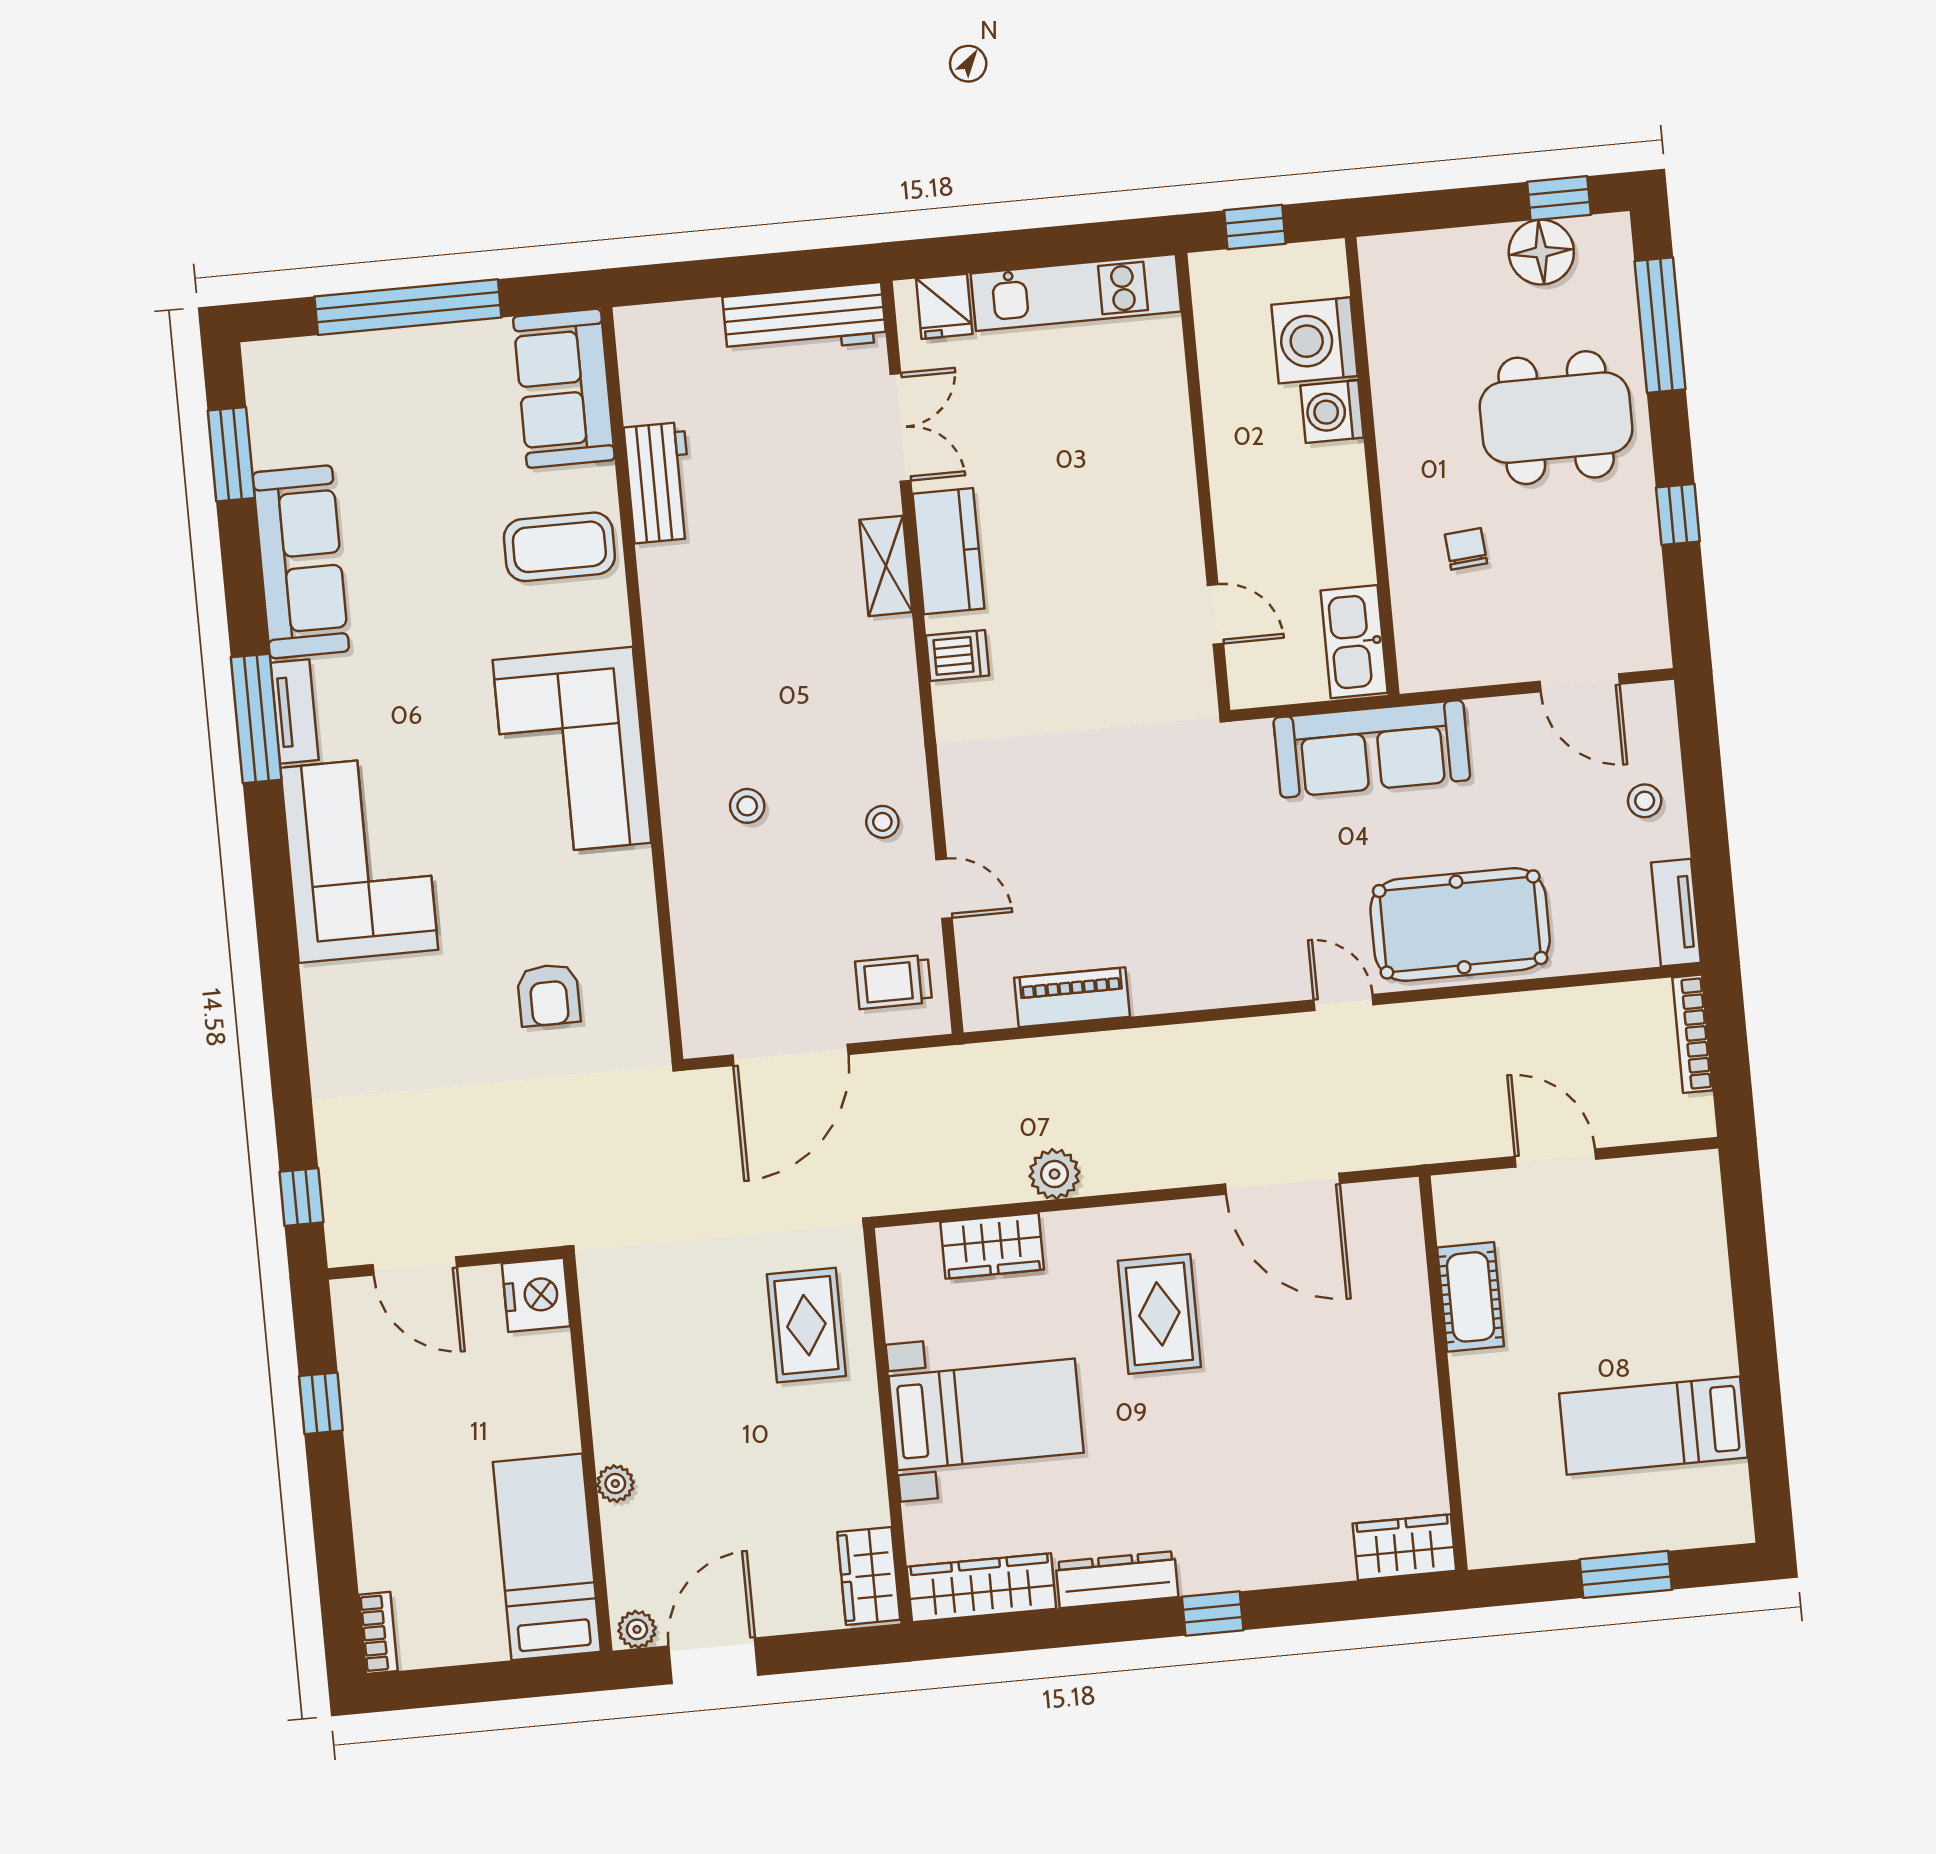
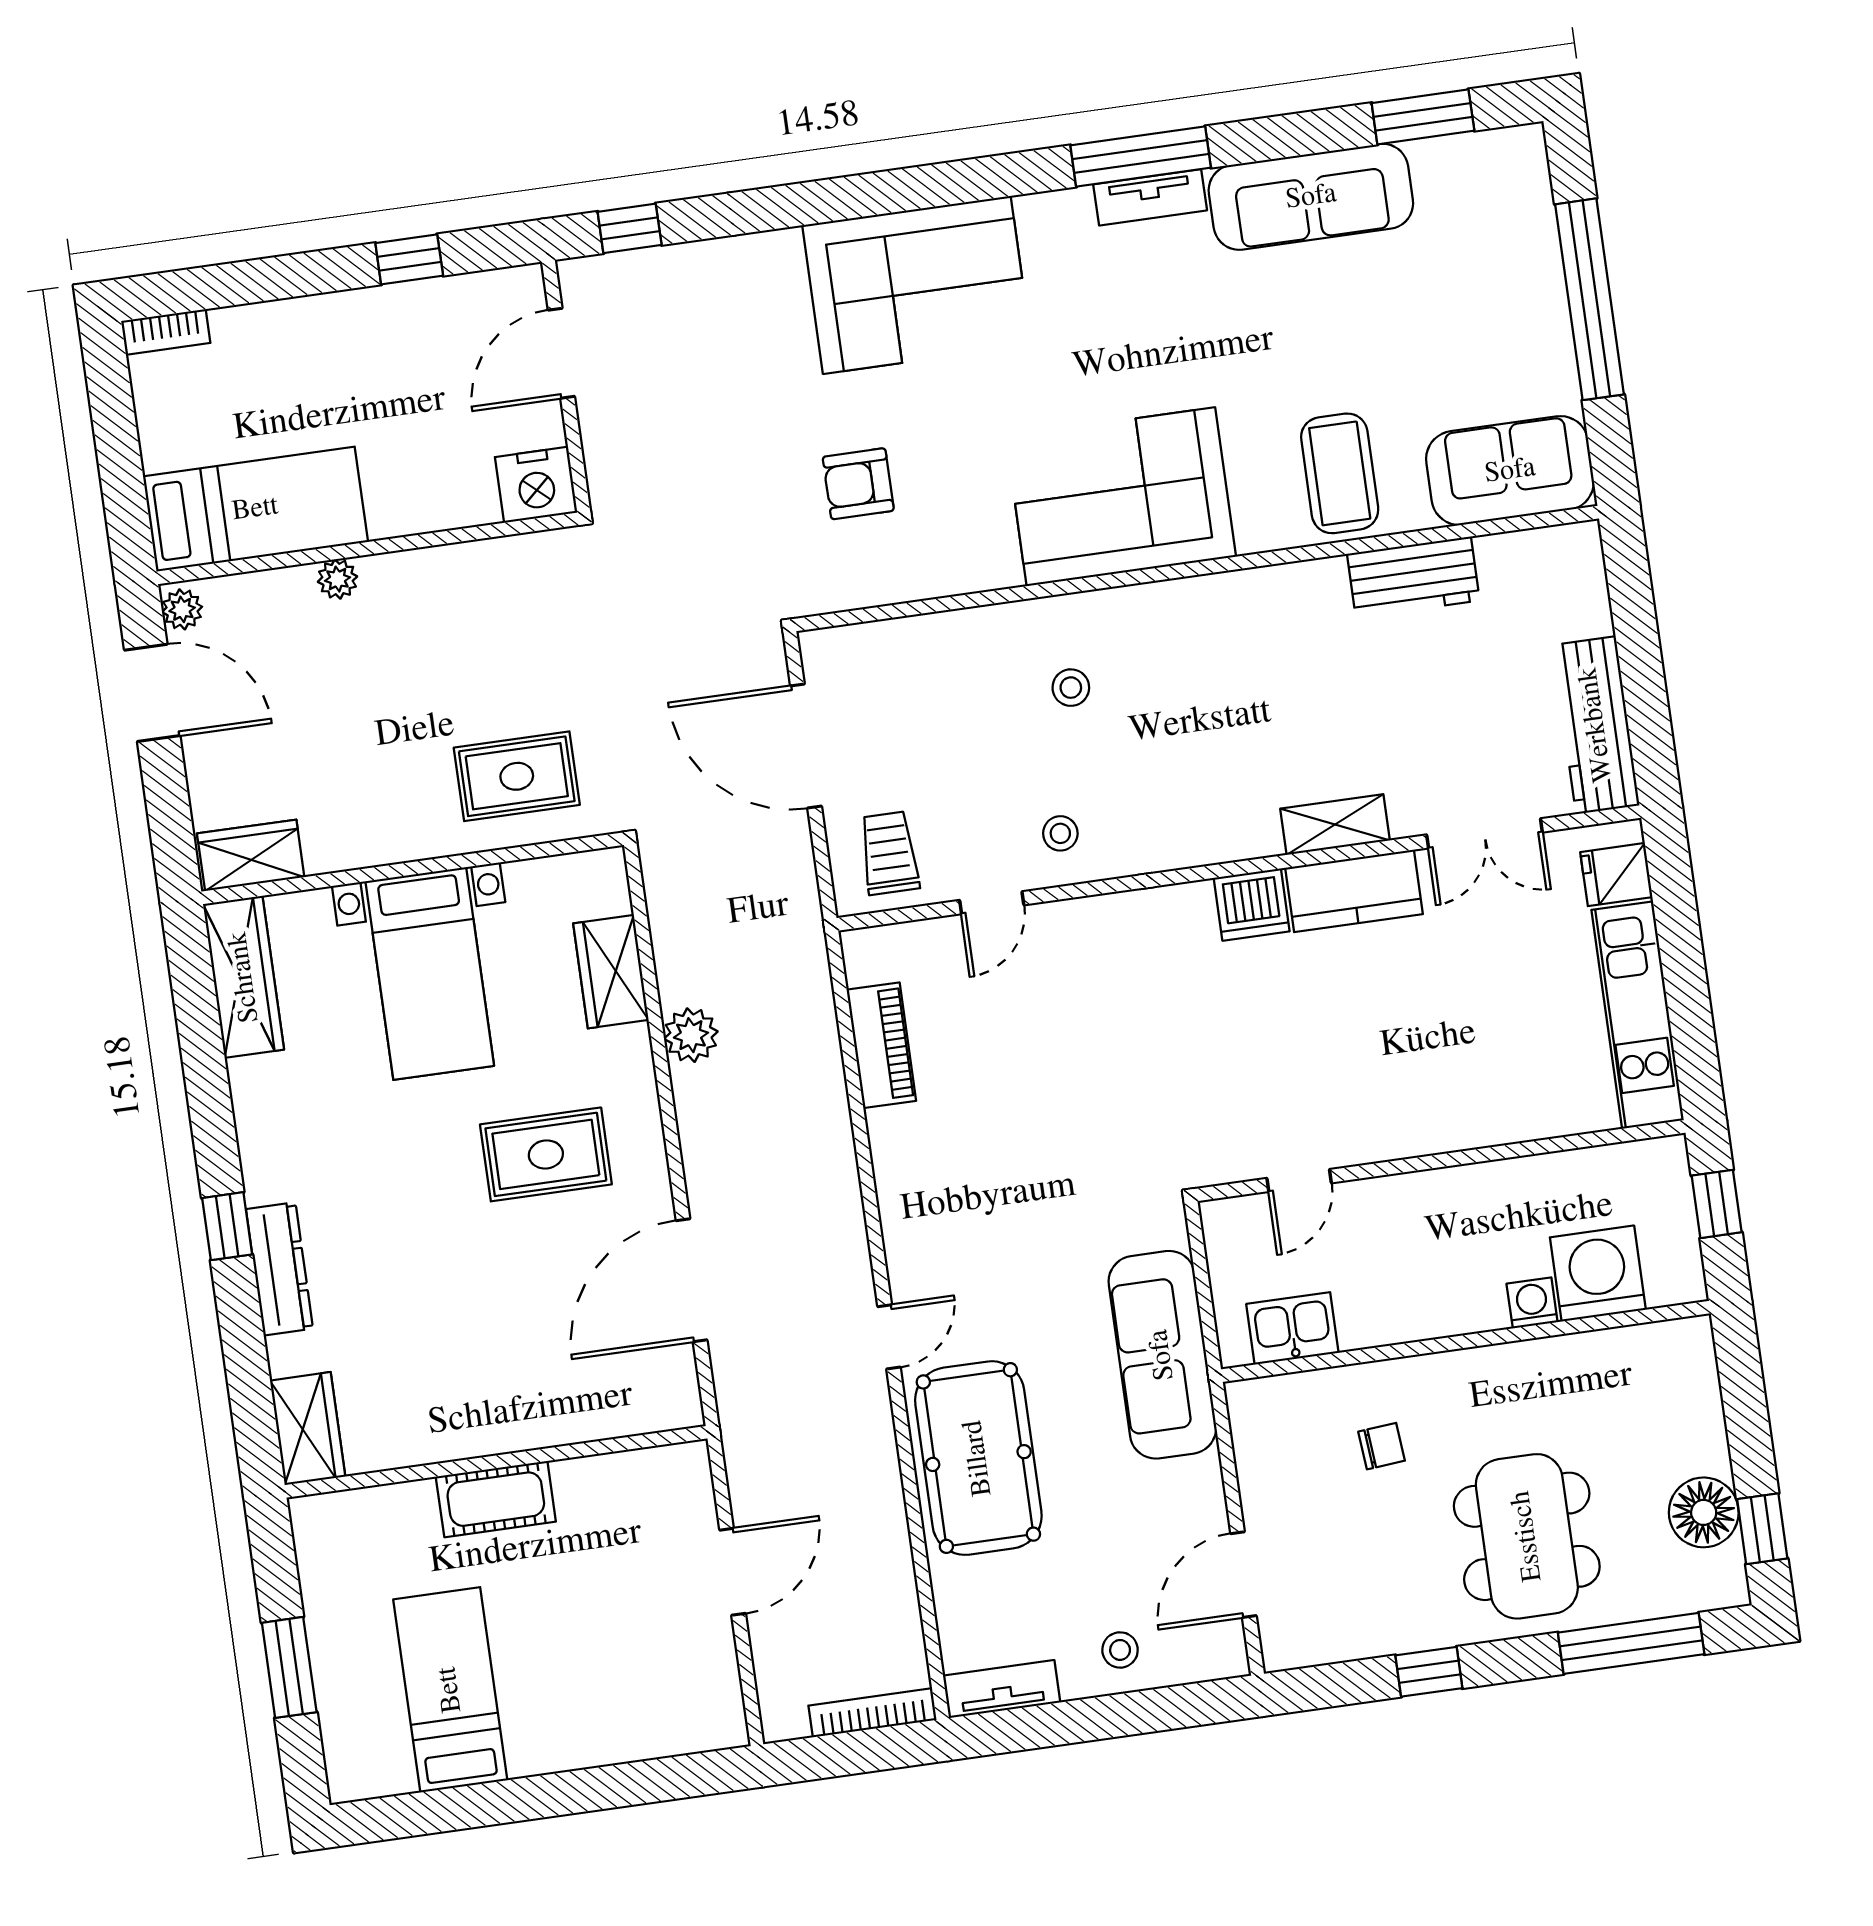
washing machine: (1332, 412) -> (1532, 1303), width x0.73, depth x0.73
kitchen sink: (1354, 642) -> (1292, 1328), width x0.73
dishwasher: (958, 655) -> (1252, 905), width x1.38
corner sofa: (359, 859) -> (917, 285), moved
cot: (1471, 1297) -> (496, 1499), moved
dresser: (1117, 1580) -> (279, 1269), moved

